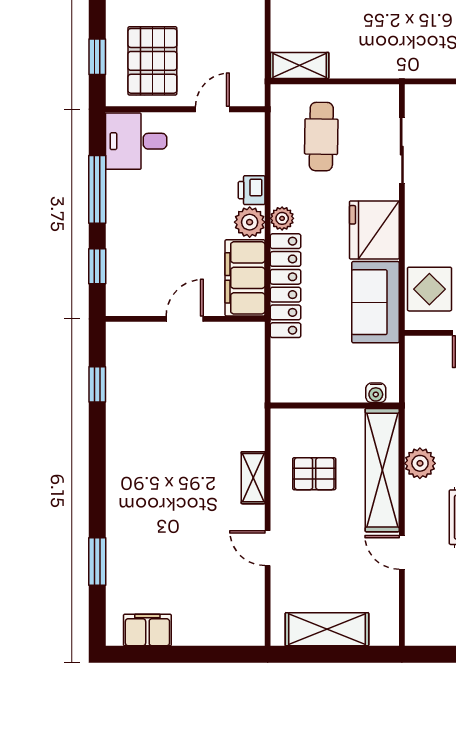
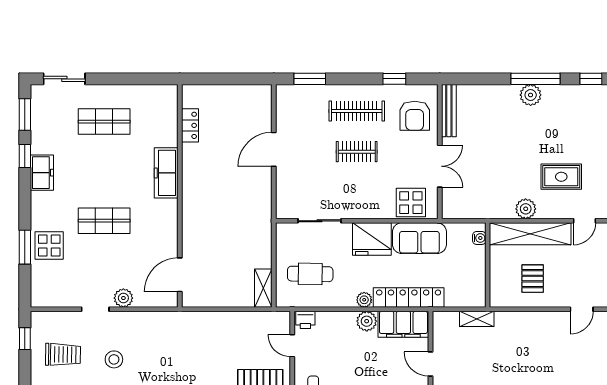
printer: (252, 190) -> (305, 320), moved
shelving: (253, 478) -> (477, 319), moved

